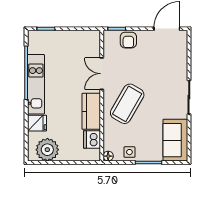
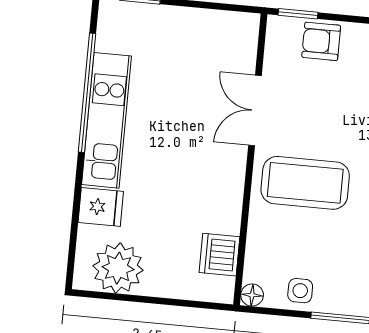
armchair: (128, 40) -> (321, 41), turned 90
coffee table: (127, 104) -> (305, 183), turned 60
kitchen counter: (91, 111) -> (224, 192), removed

